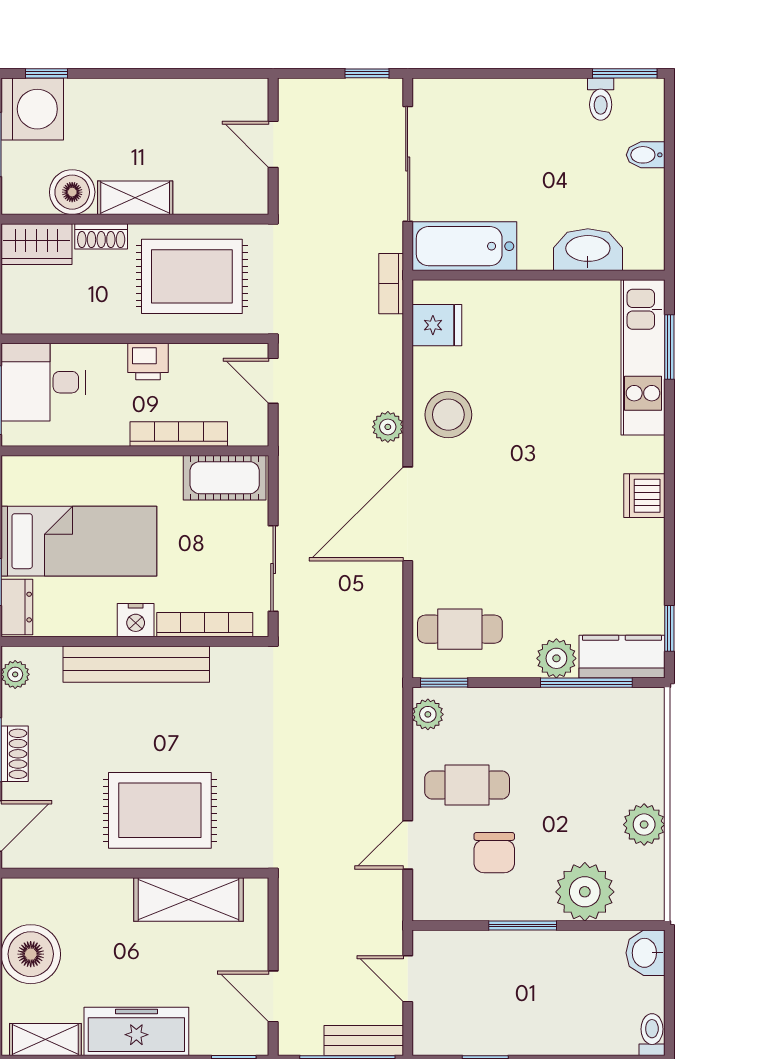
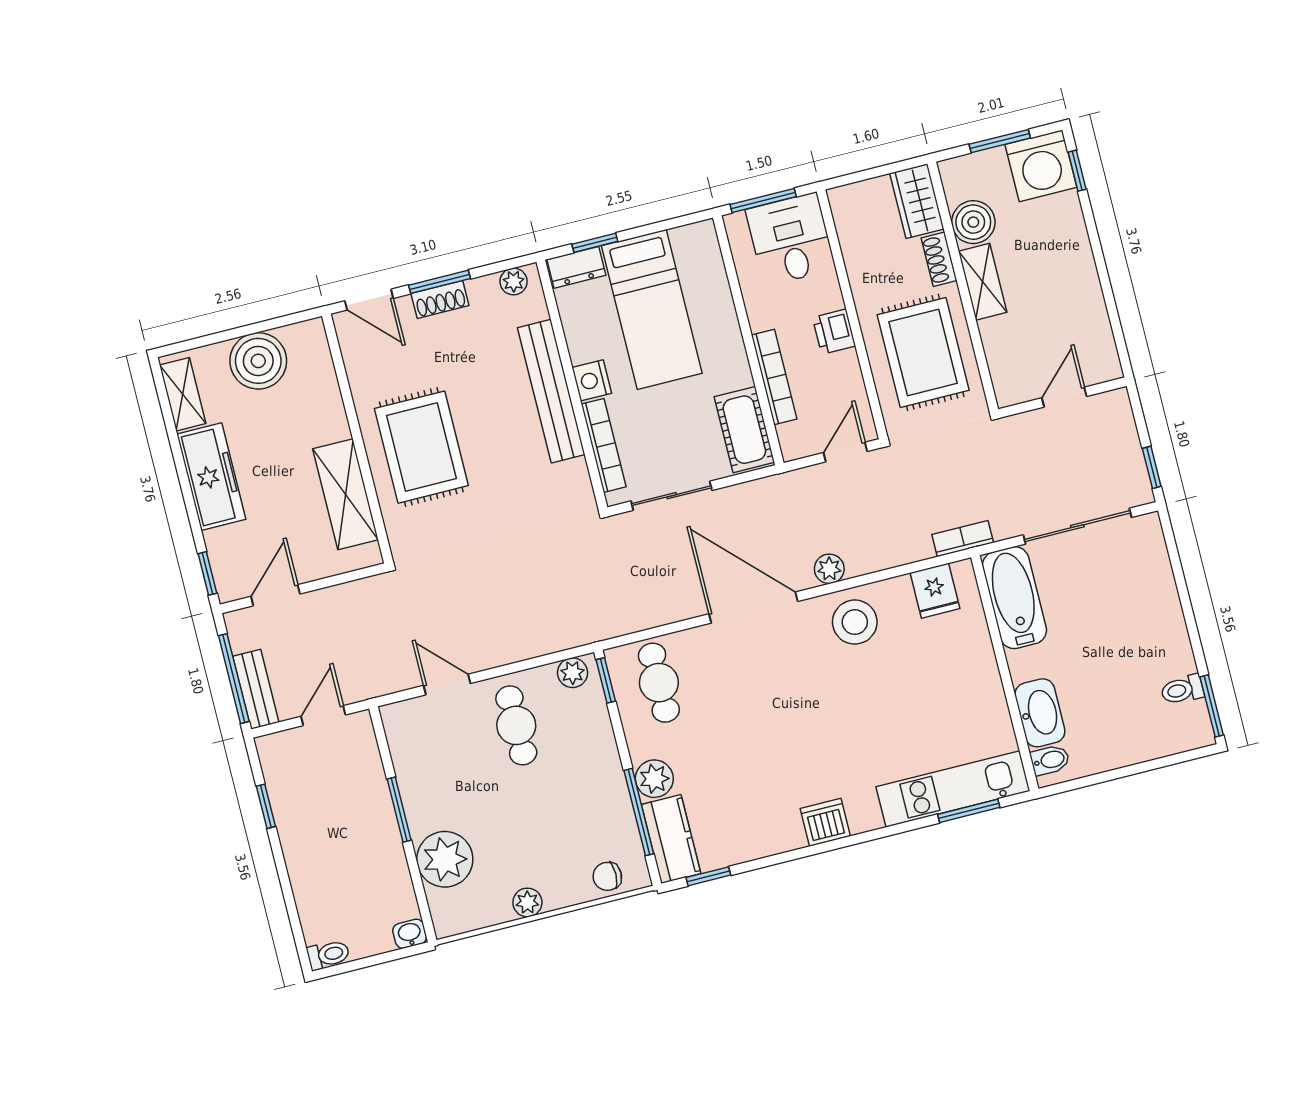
bidet: (646, 155) -> (1050, 760), moved, turned 90
plant: (644, 825) -> (527, 902), width x0.73, depth x0.73
chair: (494, 853) -> (607, 876), moved, width x0.73, depth x0.73
washbasin: (646, 953) -> (410, 934), width x0.72, depth x0.69

